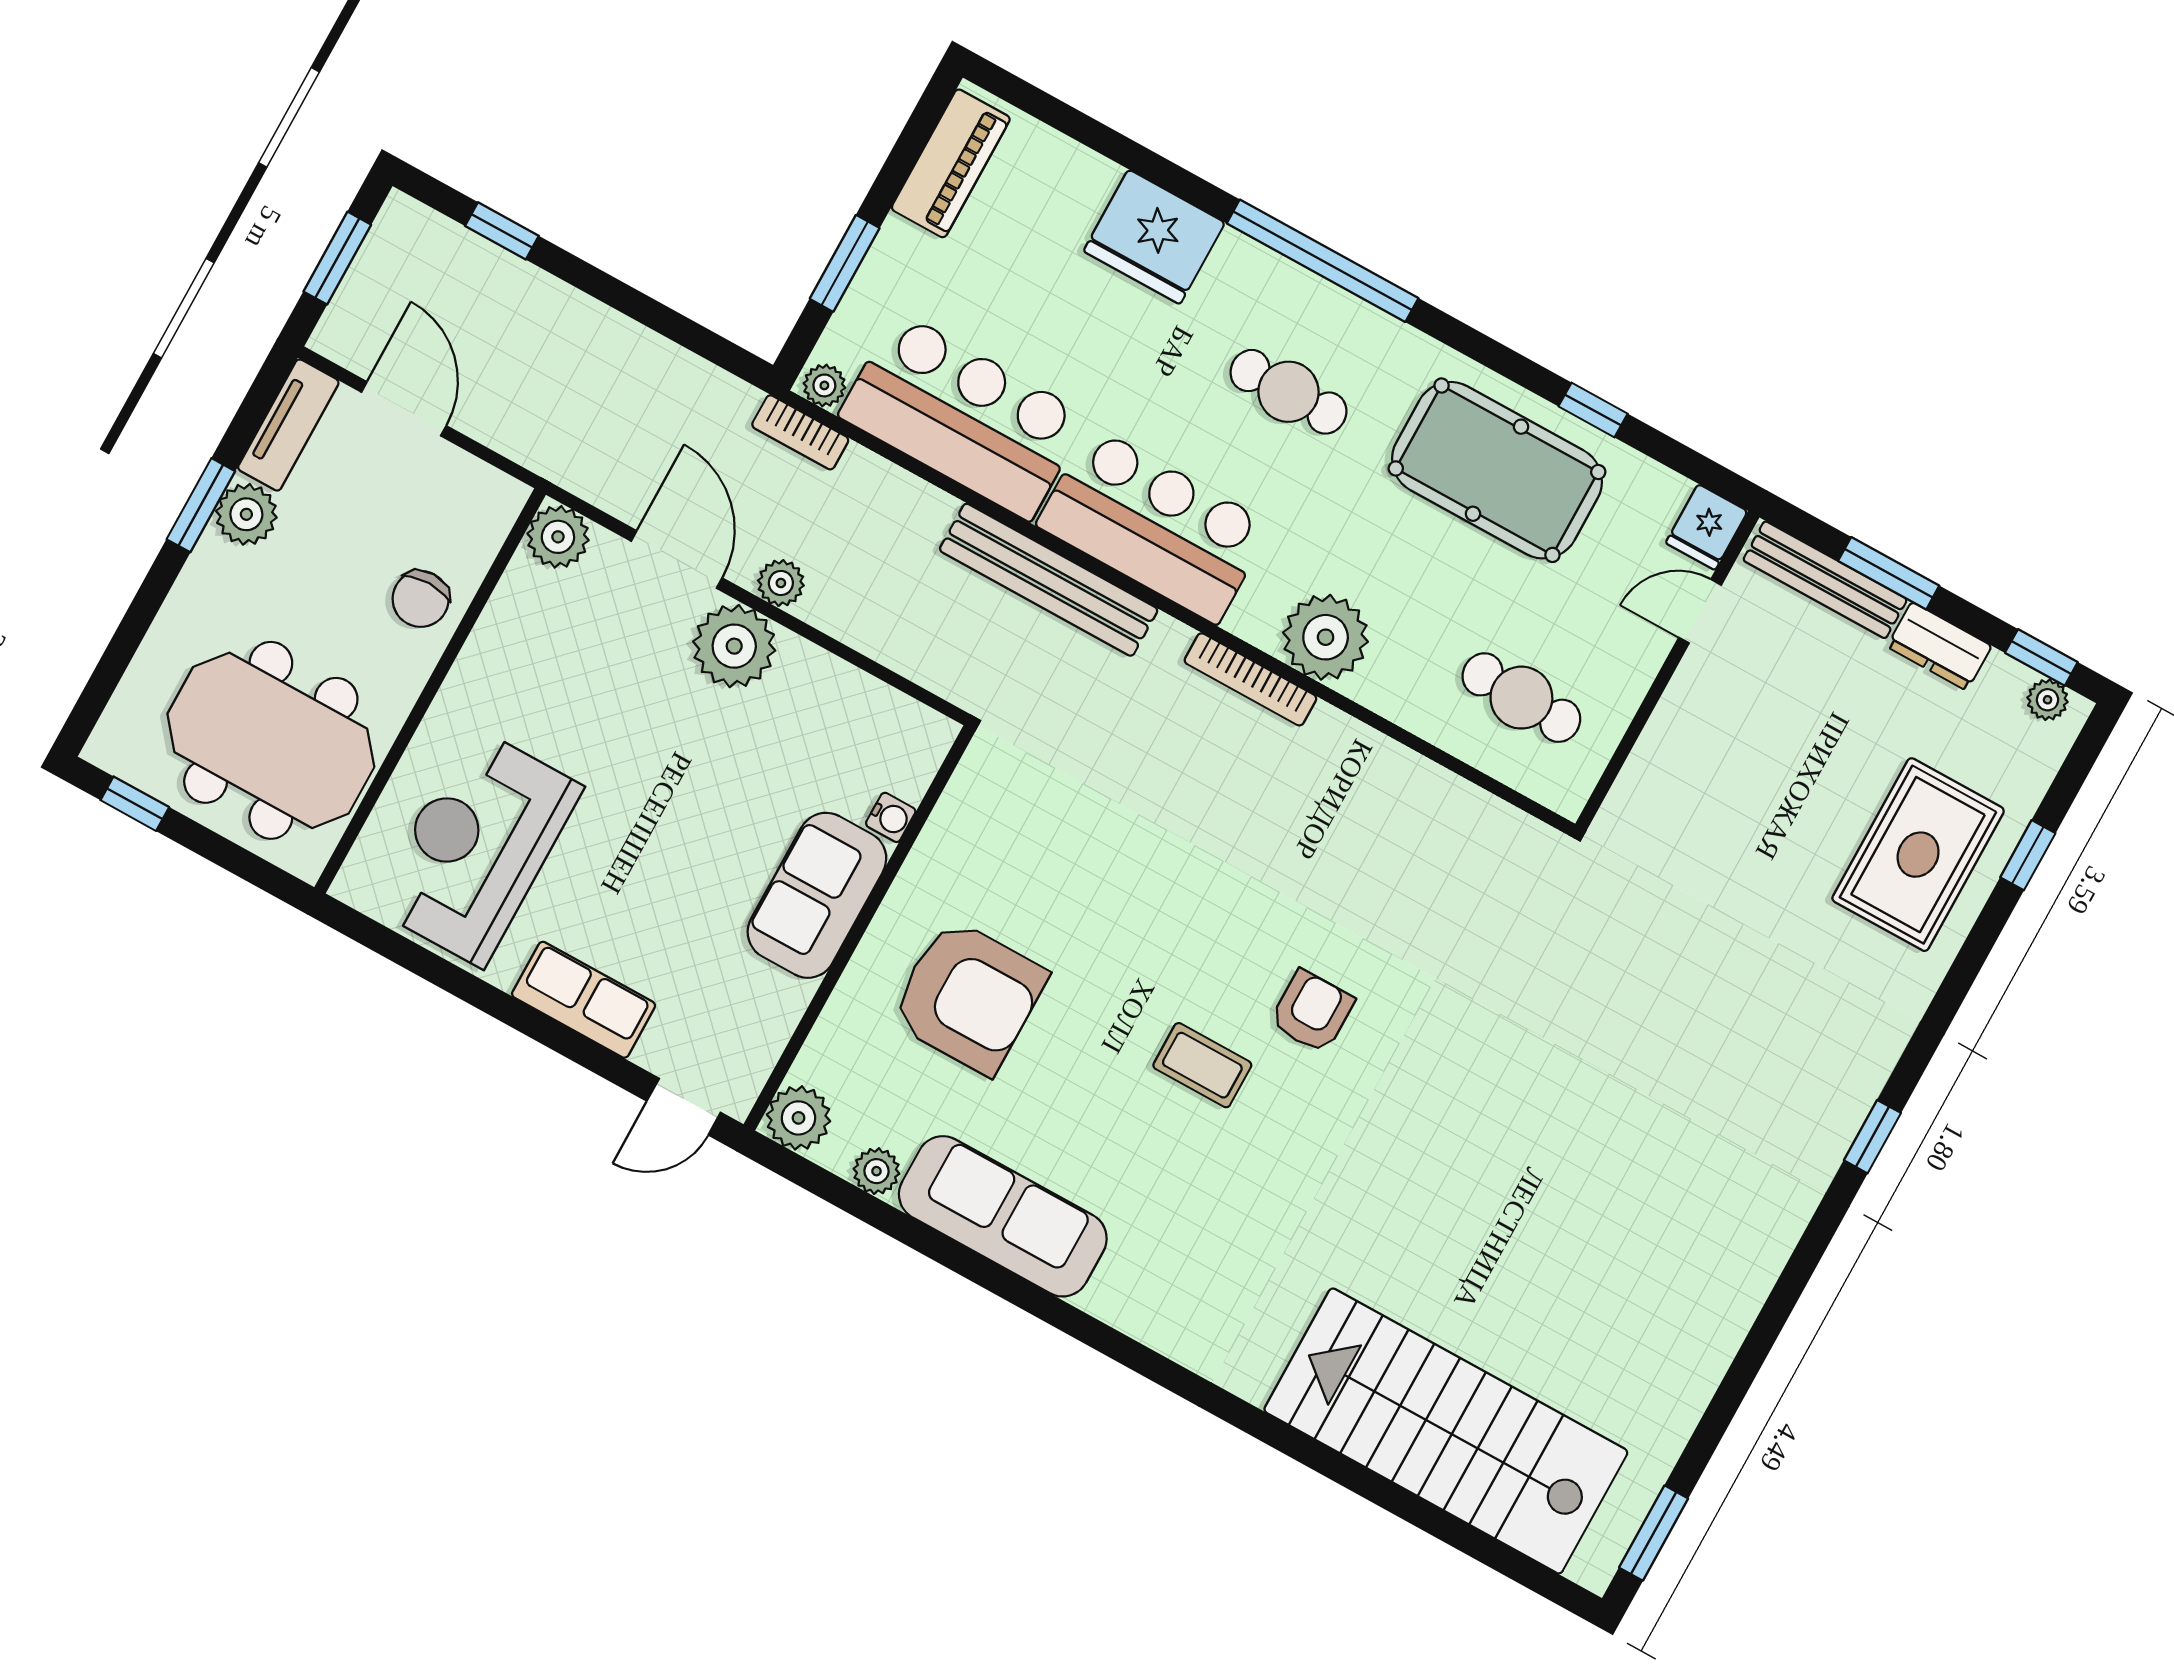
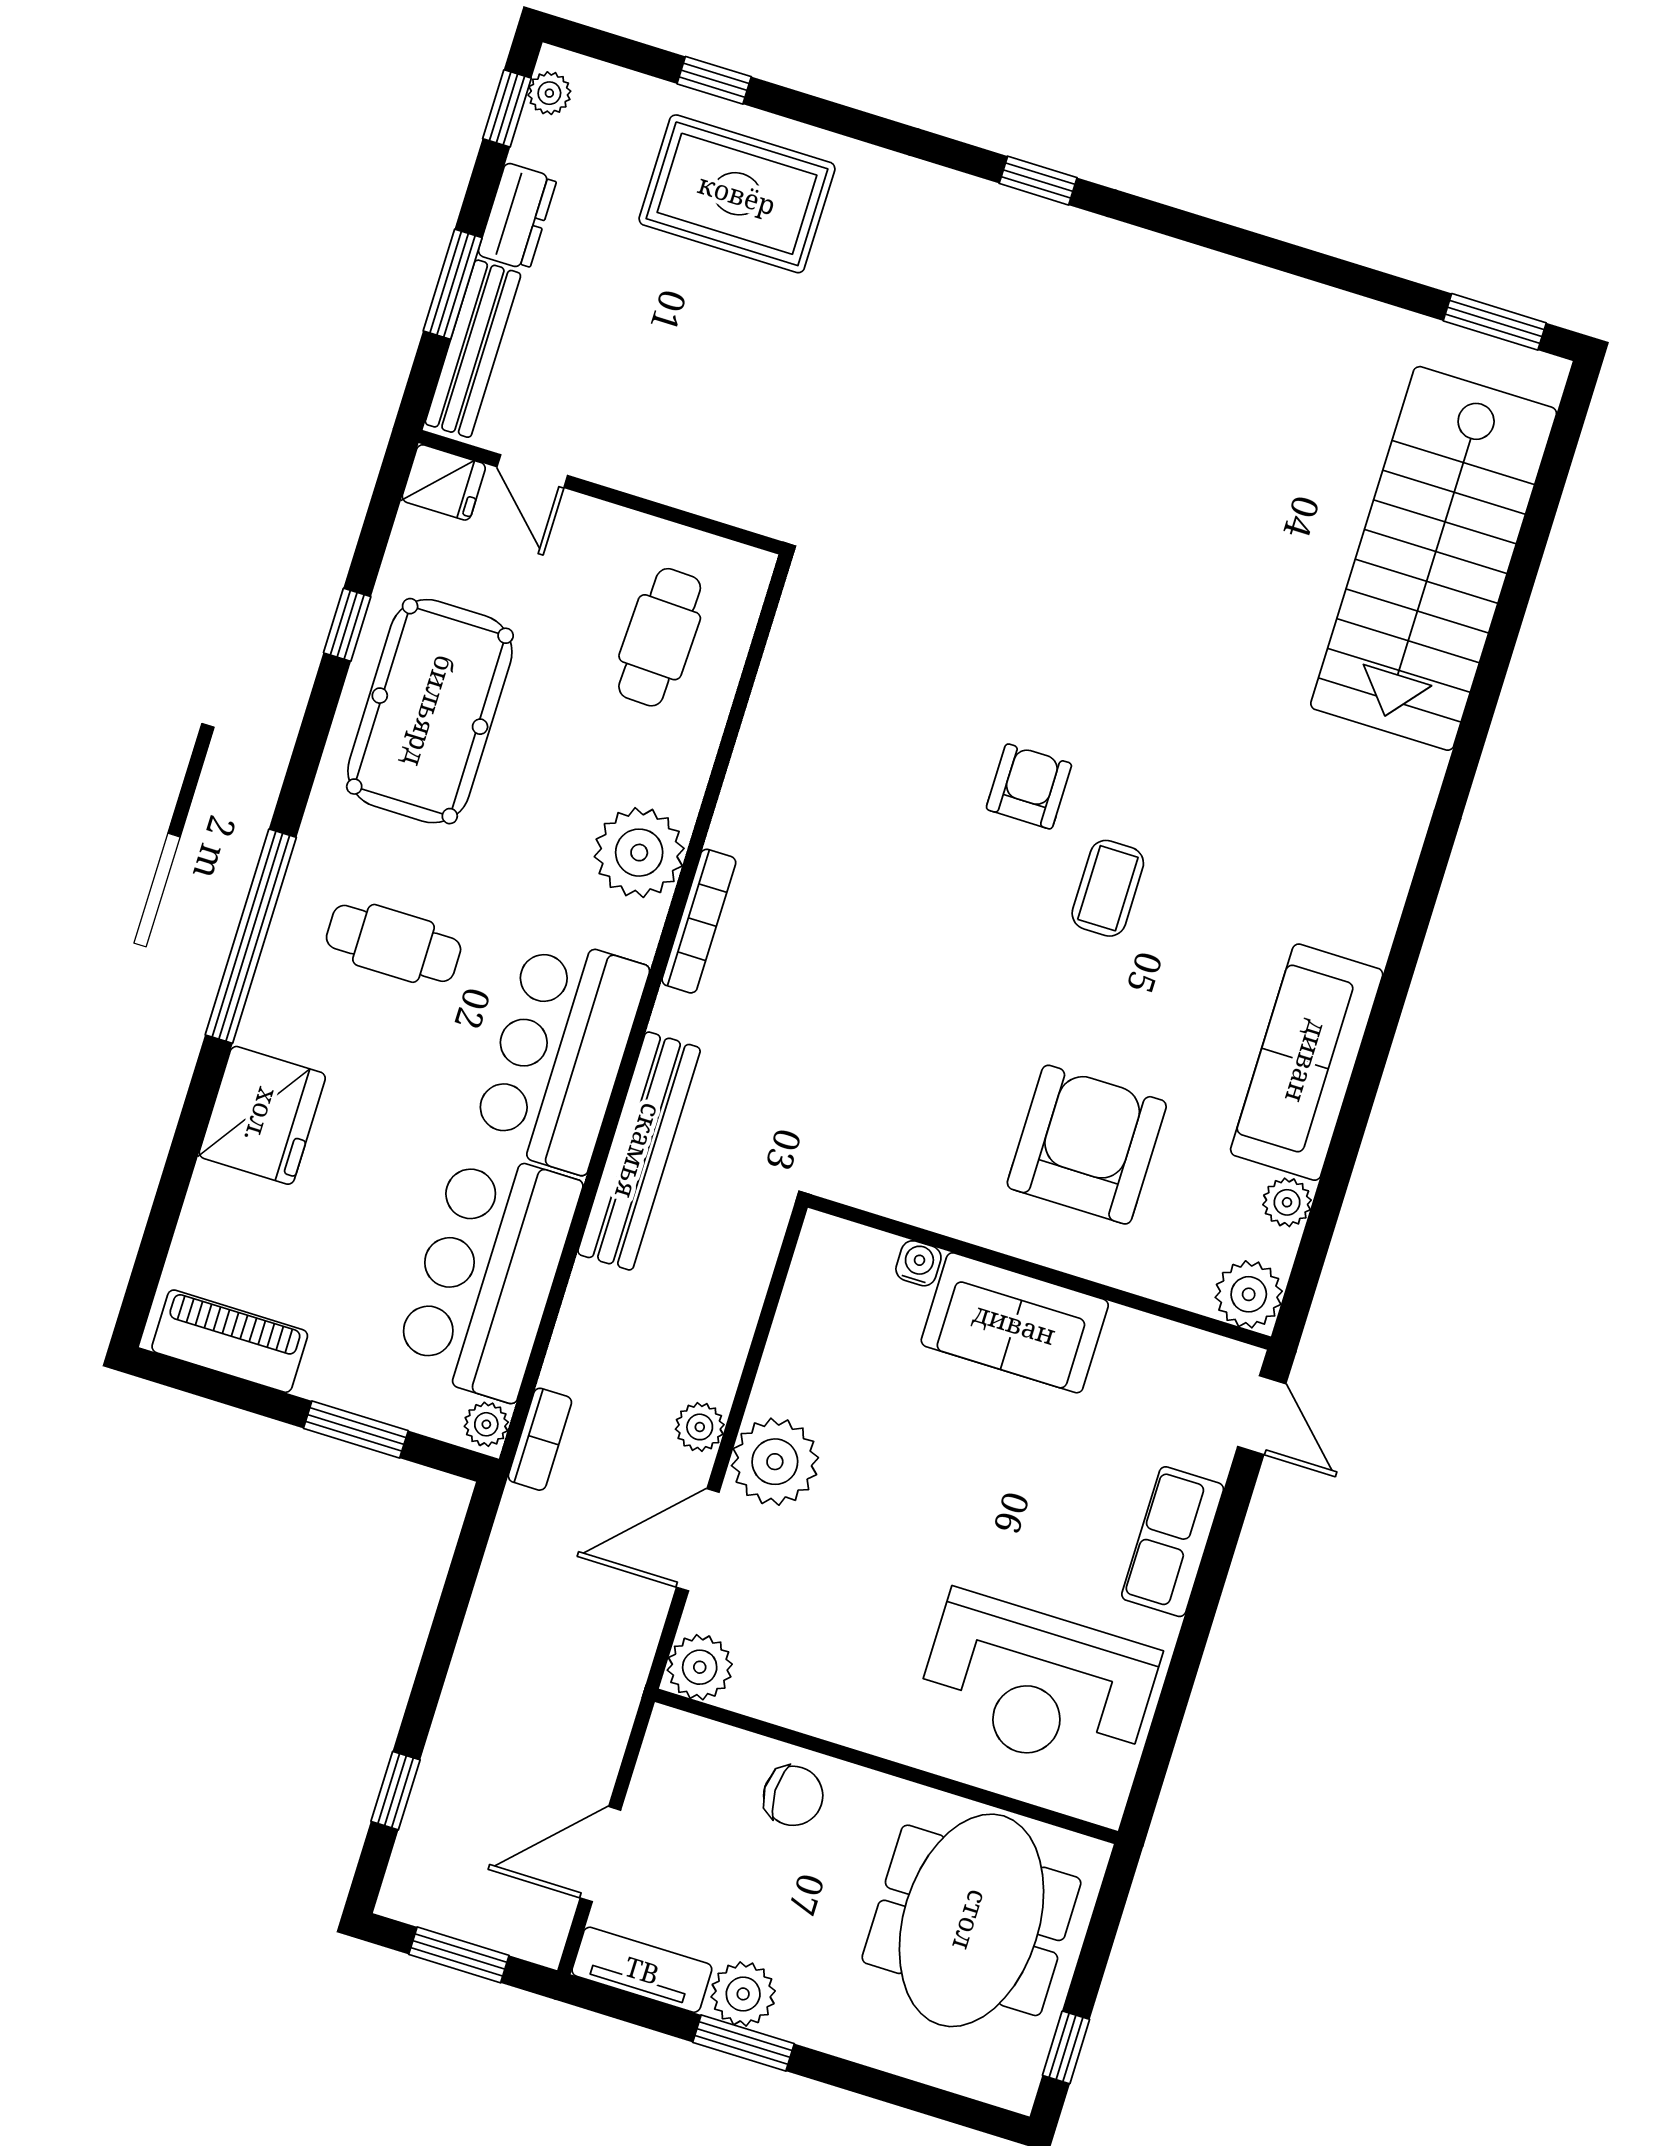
cafe table: (1288, 392) -> (394, 943), turned 90
armchair: (1312, 1012) -> (1029, 786), turned 90

